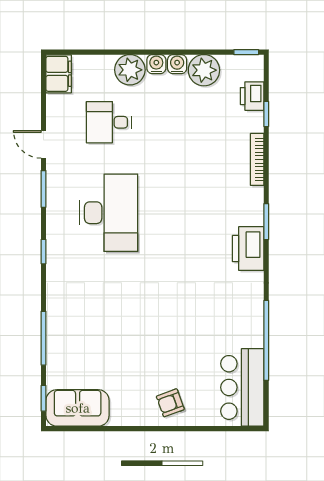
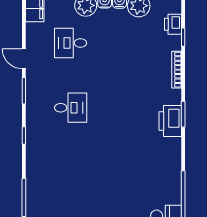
desk: (109, 213) -> (71, 108), width x0.53, depth x0.77
printer: (248, 249) -> (170, 121), moved

